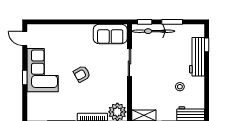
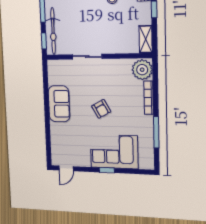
sofa: (110, 34) -> (59, 104), moved
corner sofa: (43, 70) -> (114, 152), moved

